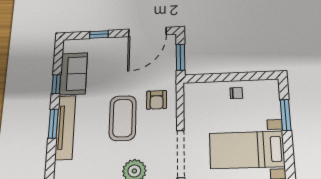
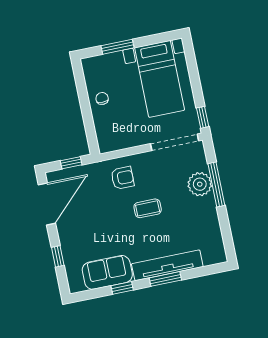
door: (147, 32) -> (47, 204), hinge flipped
window: (181, 57) -> (71, 163), width x0.67
coffee table: (123, 118) -> (148, 208), width x0.54, depth x0.58

